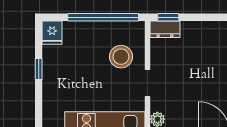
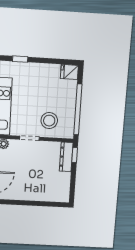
dresser: (165, 29) -> (66, 157), width x1.44
window: (39, 69) -> (20, 59), moved

